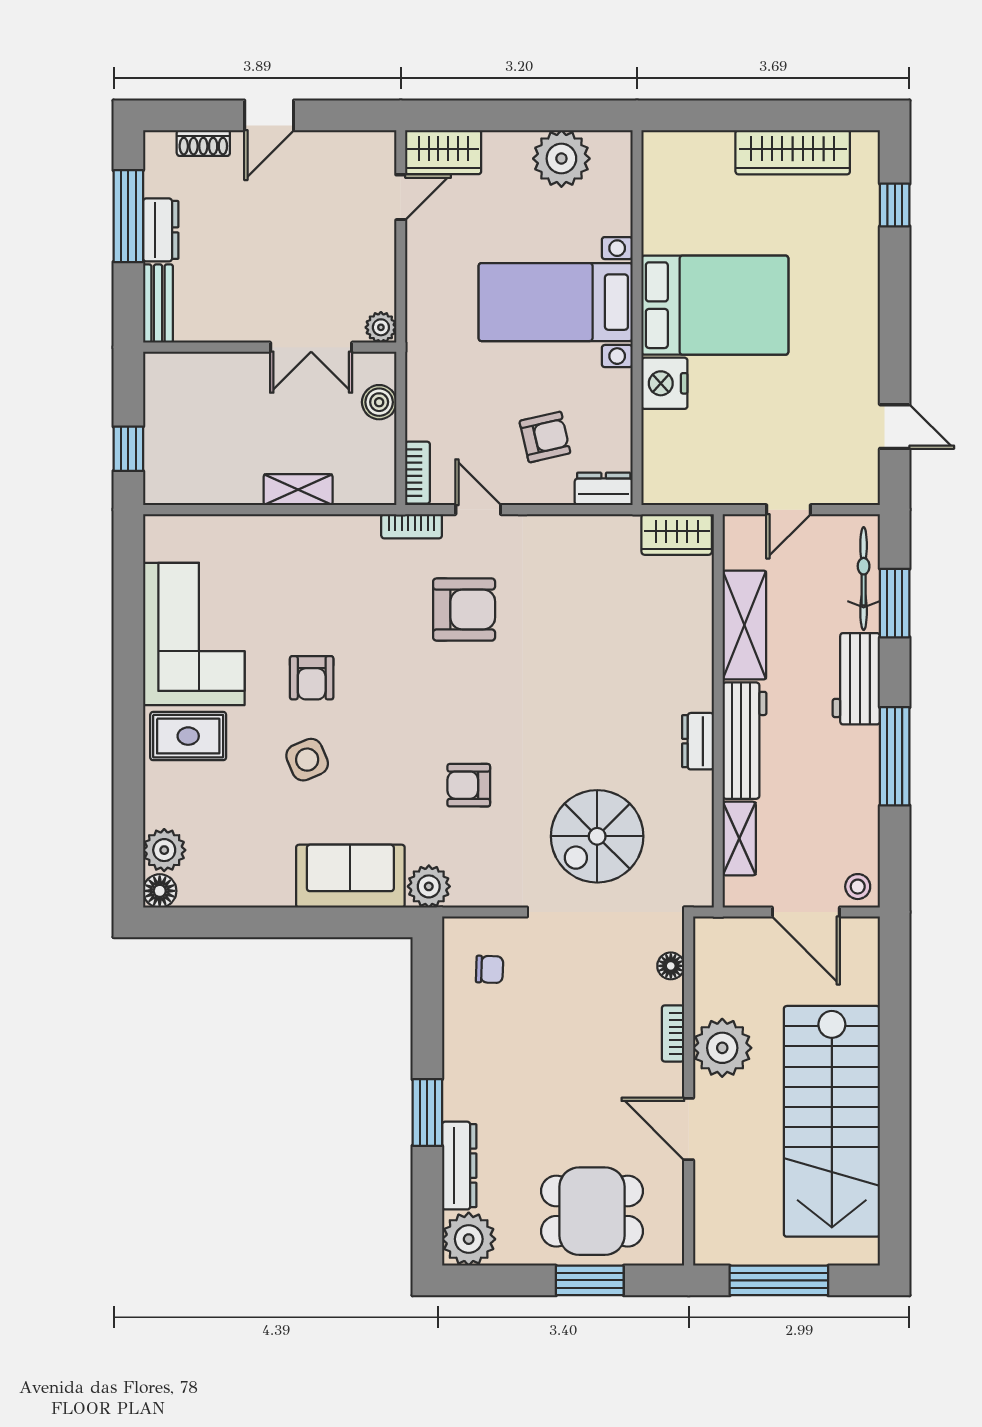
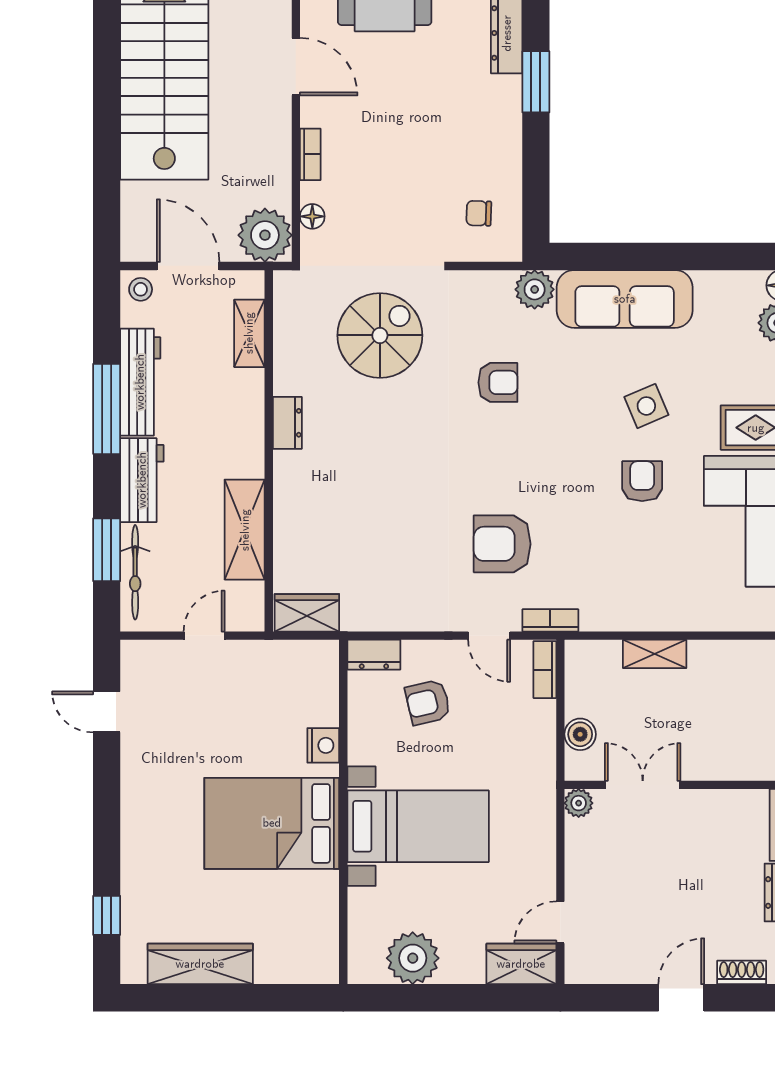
nightstand: (664, 383) -> (323, 745), width x0.74, depth x0.75
workbench: (744, 741) -> (140, 382), moved, turned 180
sofa: (350, 876) -> (625, 299), width x1.36
plant: (722, 1048) -> (265, 235), moved

